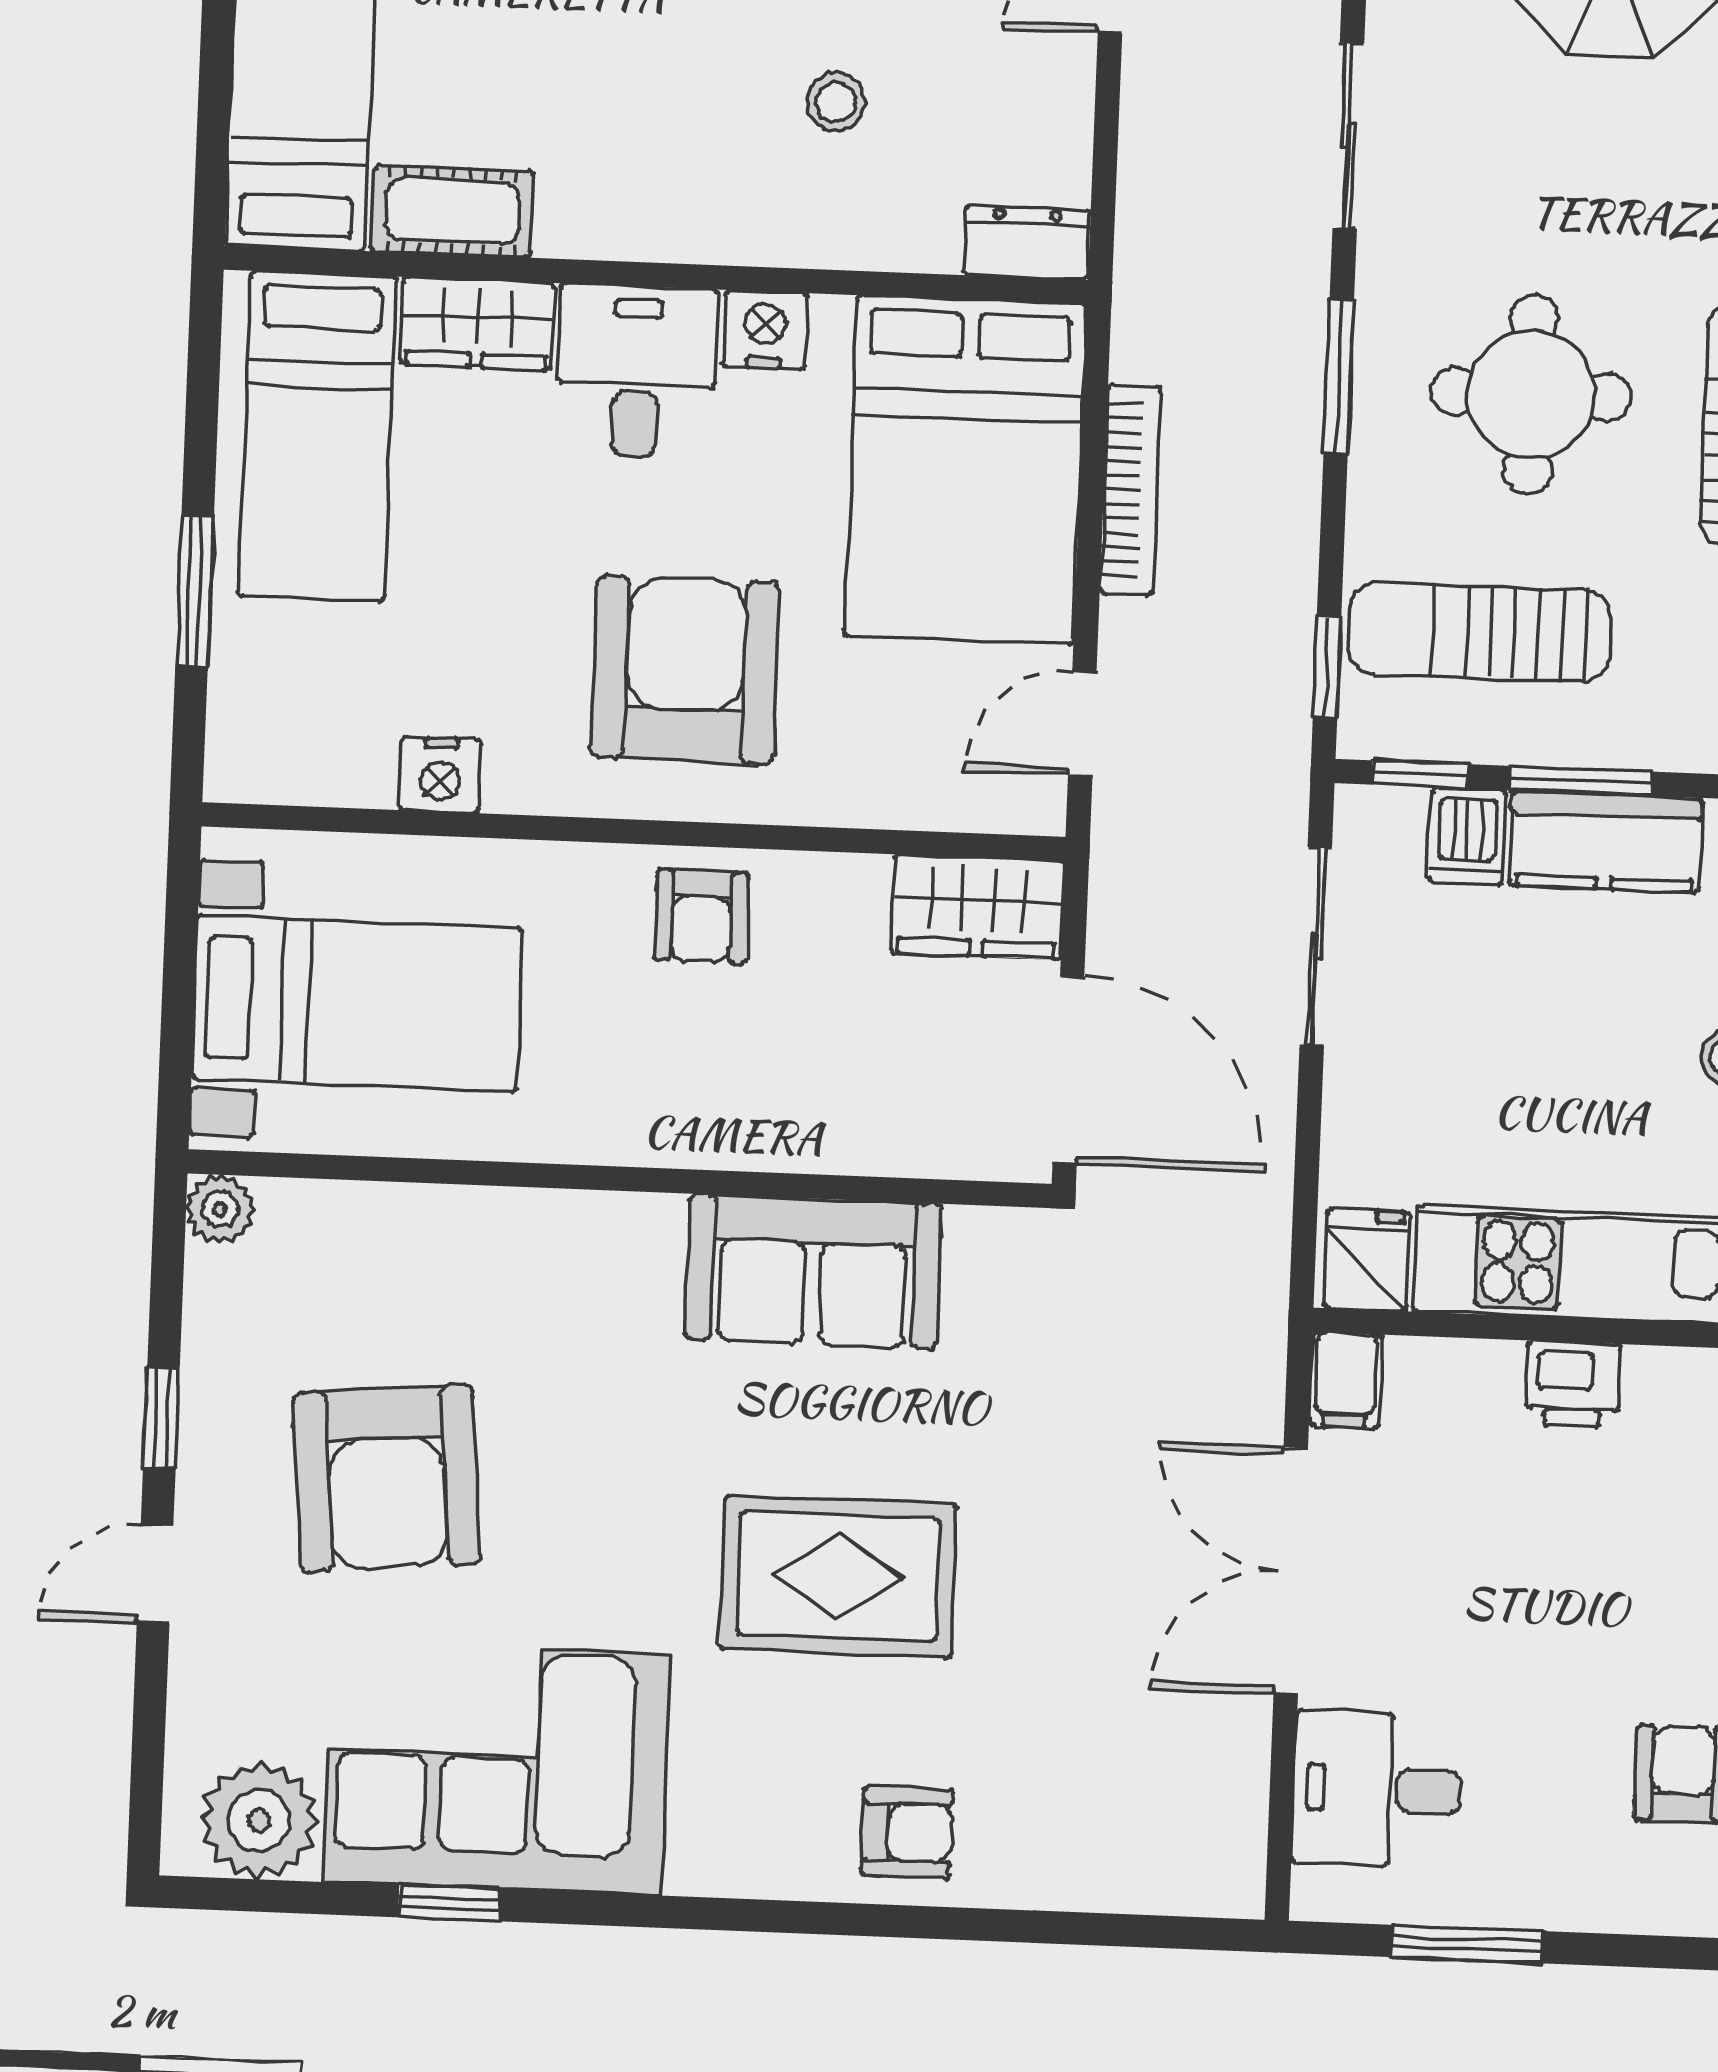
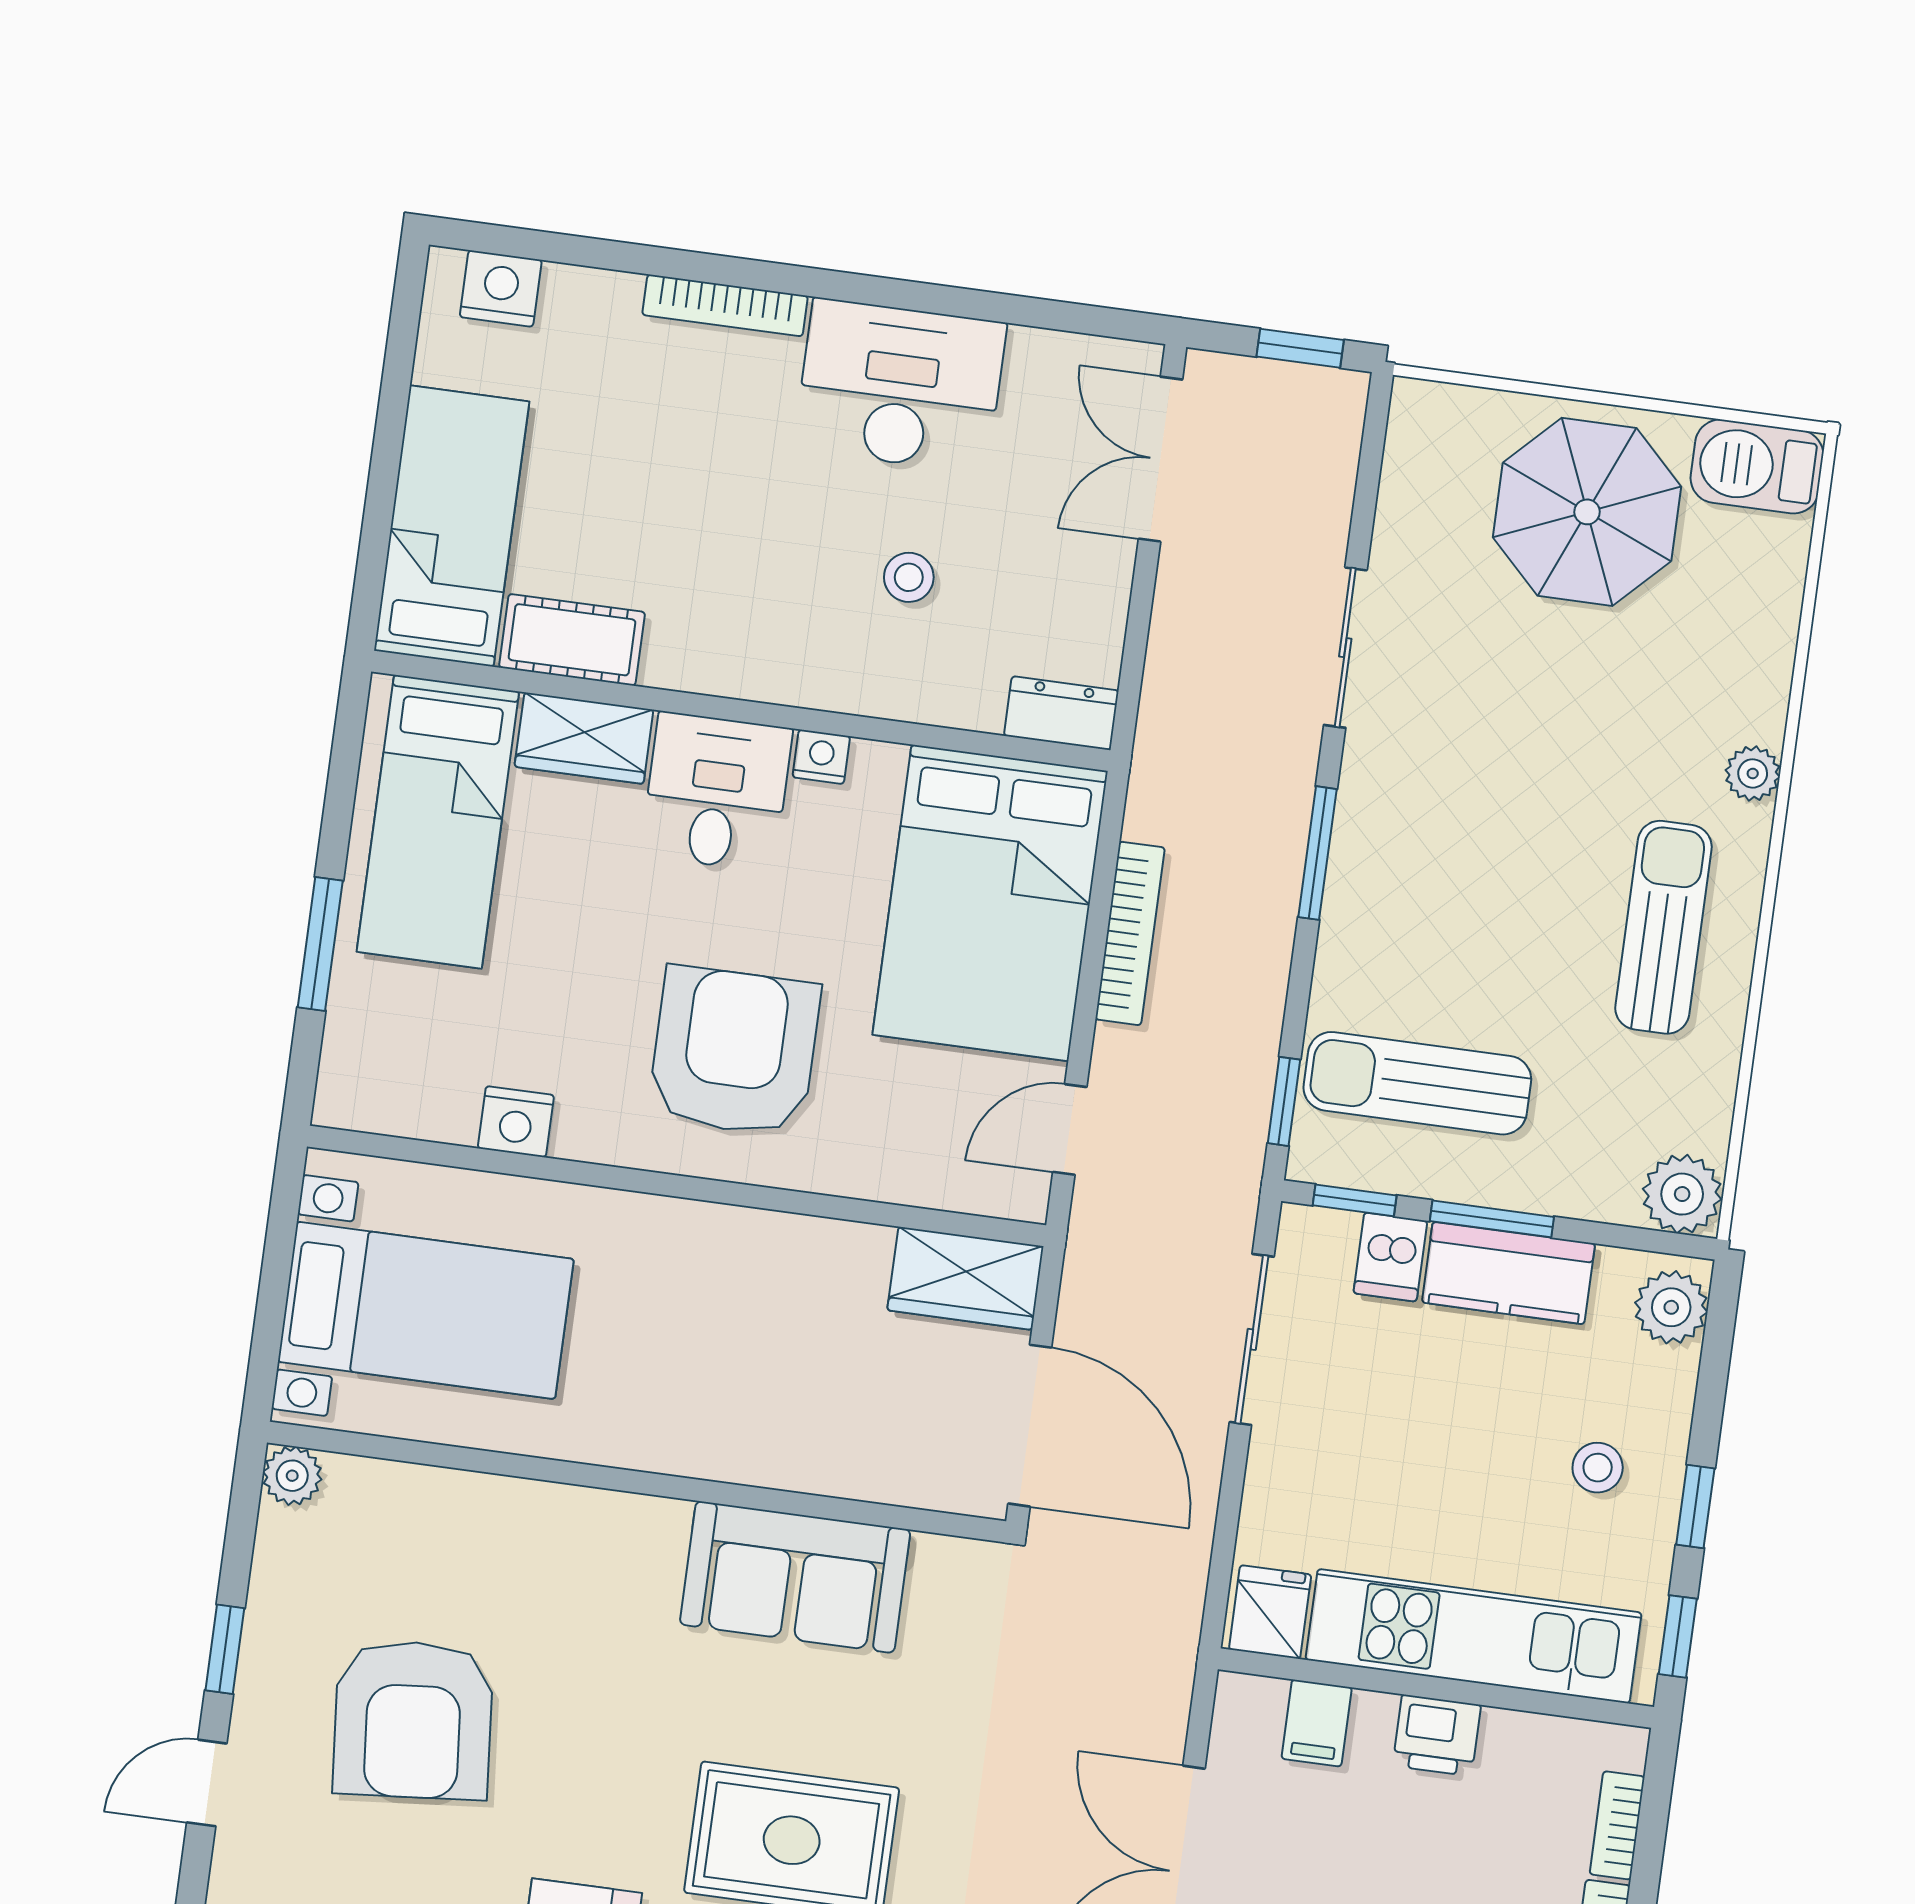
nightstand: (765, 330) -> (821, 757), width x0.72, depth x0.74
round table: (1531, 394) -> (1481, 884), removed
armchair: (701, 916) -> (728, 1264), removed
filing cabinet: (1346, 1380) -> (1317, 1723), moved

